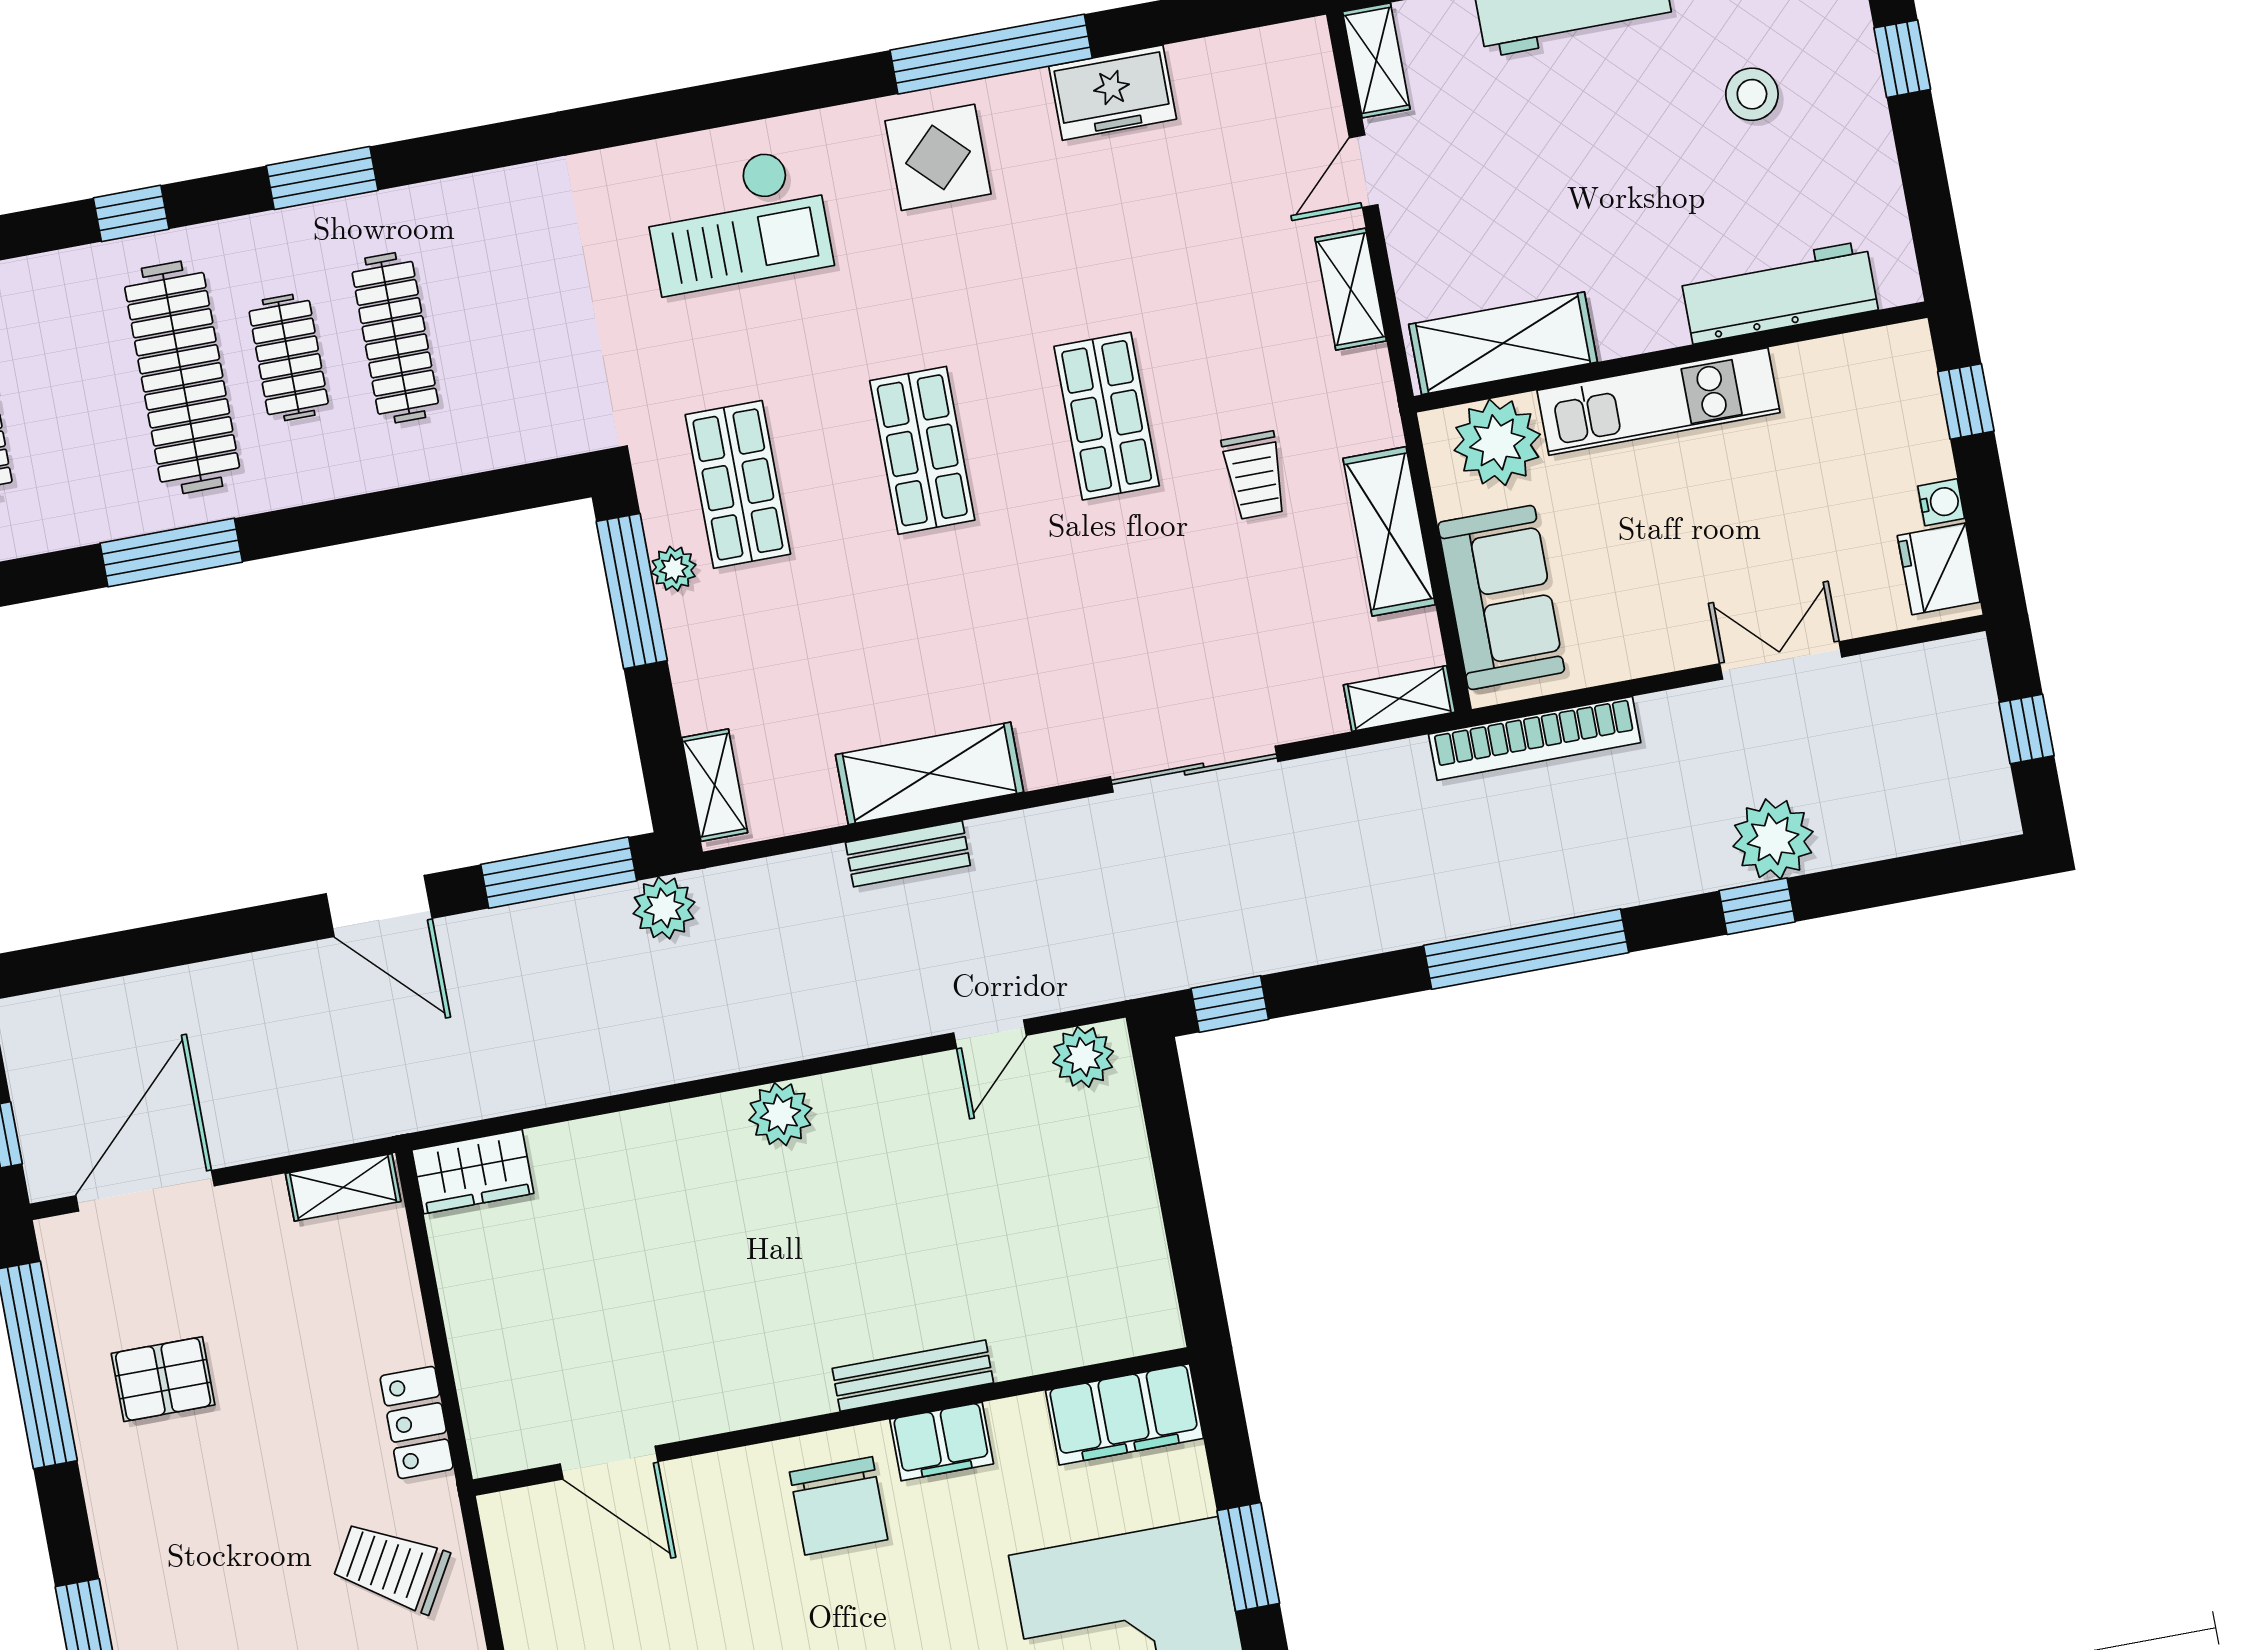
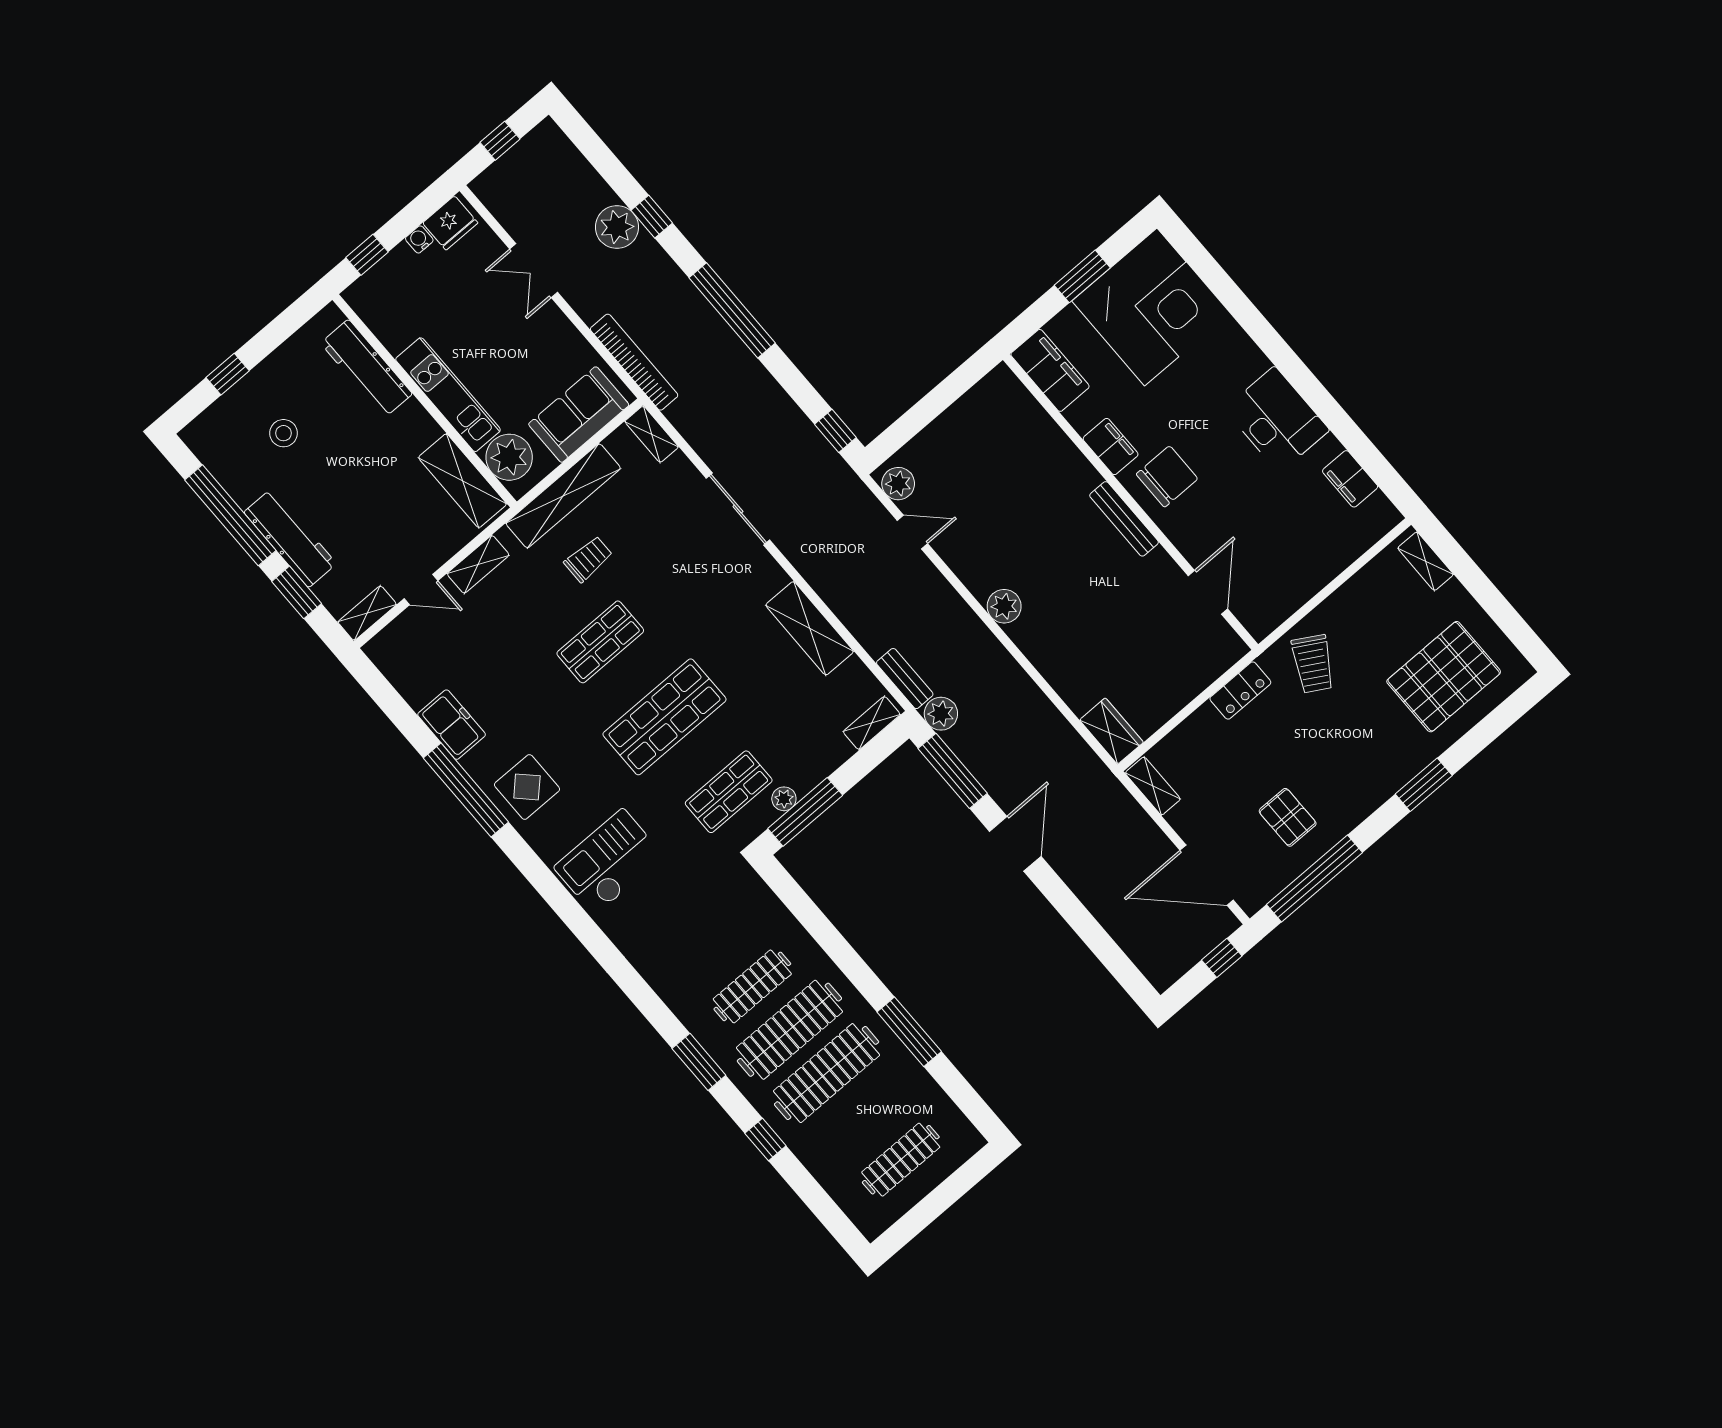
checkout: (737, 221) -> (609, 862), turned -90
clothes rail: (289, 358) -> (789, 1030), width x1.86, depth x1.31
shop shelf: (922, 450) -> (664, 717), width x1.43, depth x1.36
shelving: (1389, 531) -> (563, 496), width x1.47
bench: (908, 854) -> (905, 679), moved
bench: (913, 1376) -> (1124, 519), moved

